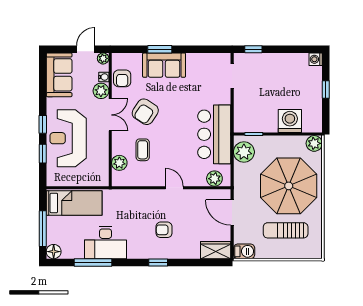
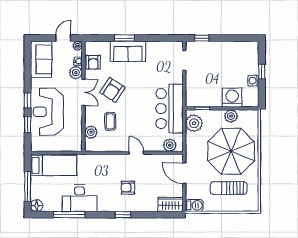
washing machine: (316, 59) -> (253, 81), moved
plant: (314, 143) -> (231, 116), moved

